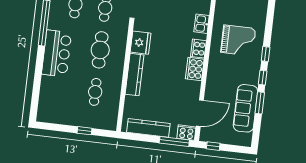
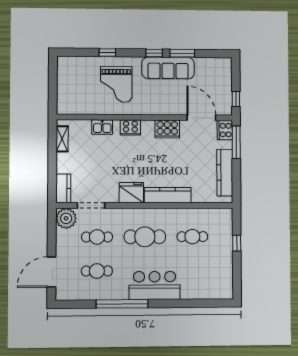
grand piano: (238, 40) -> (116, 84), turned 180
window: (266, 54) -> (107, 53), moved
cooker: (195, 69) -> (167, 129), moved
sofa: (246, 108) -> (168, 68), moved

